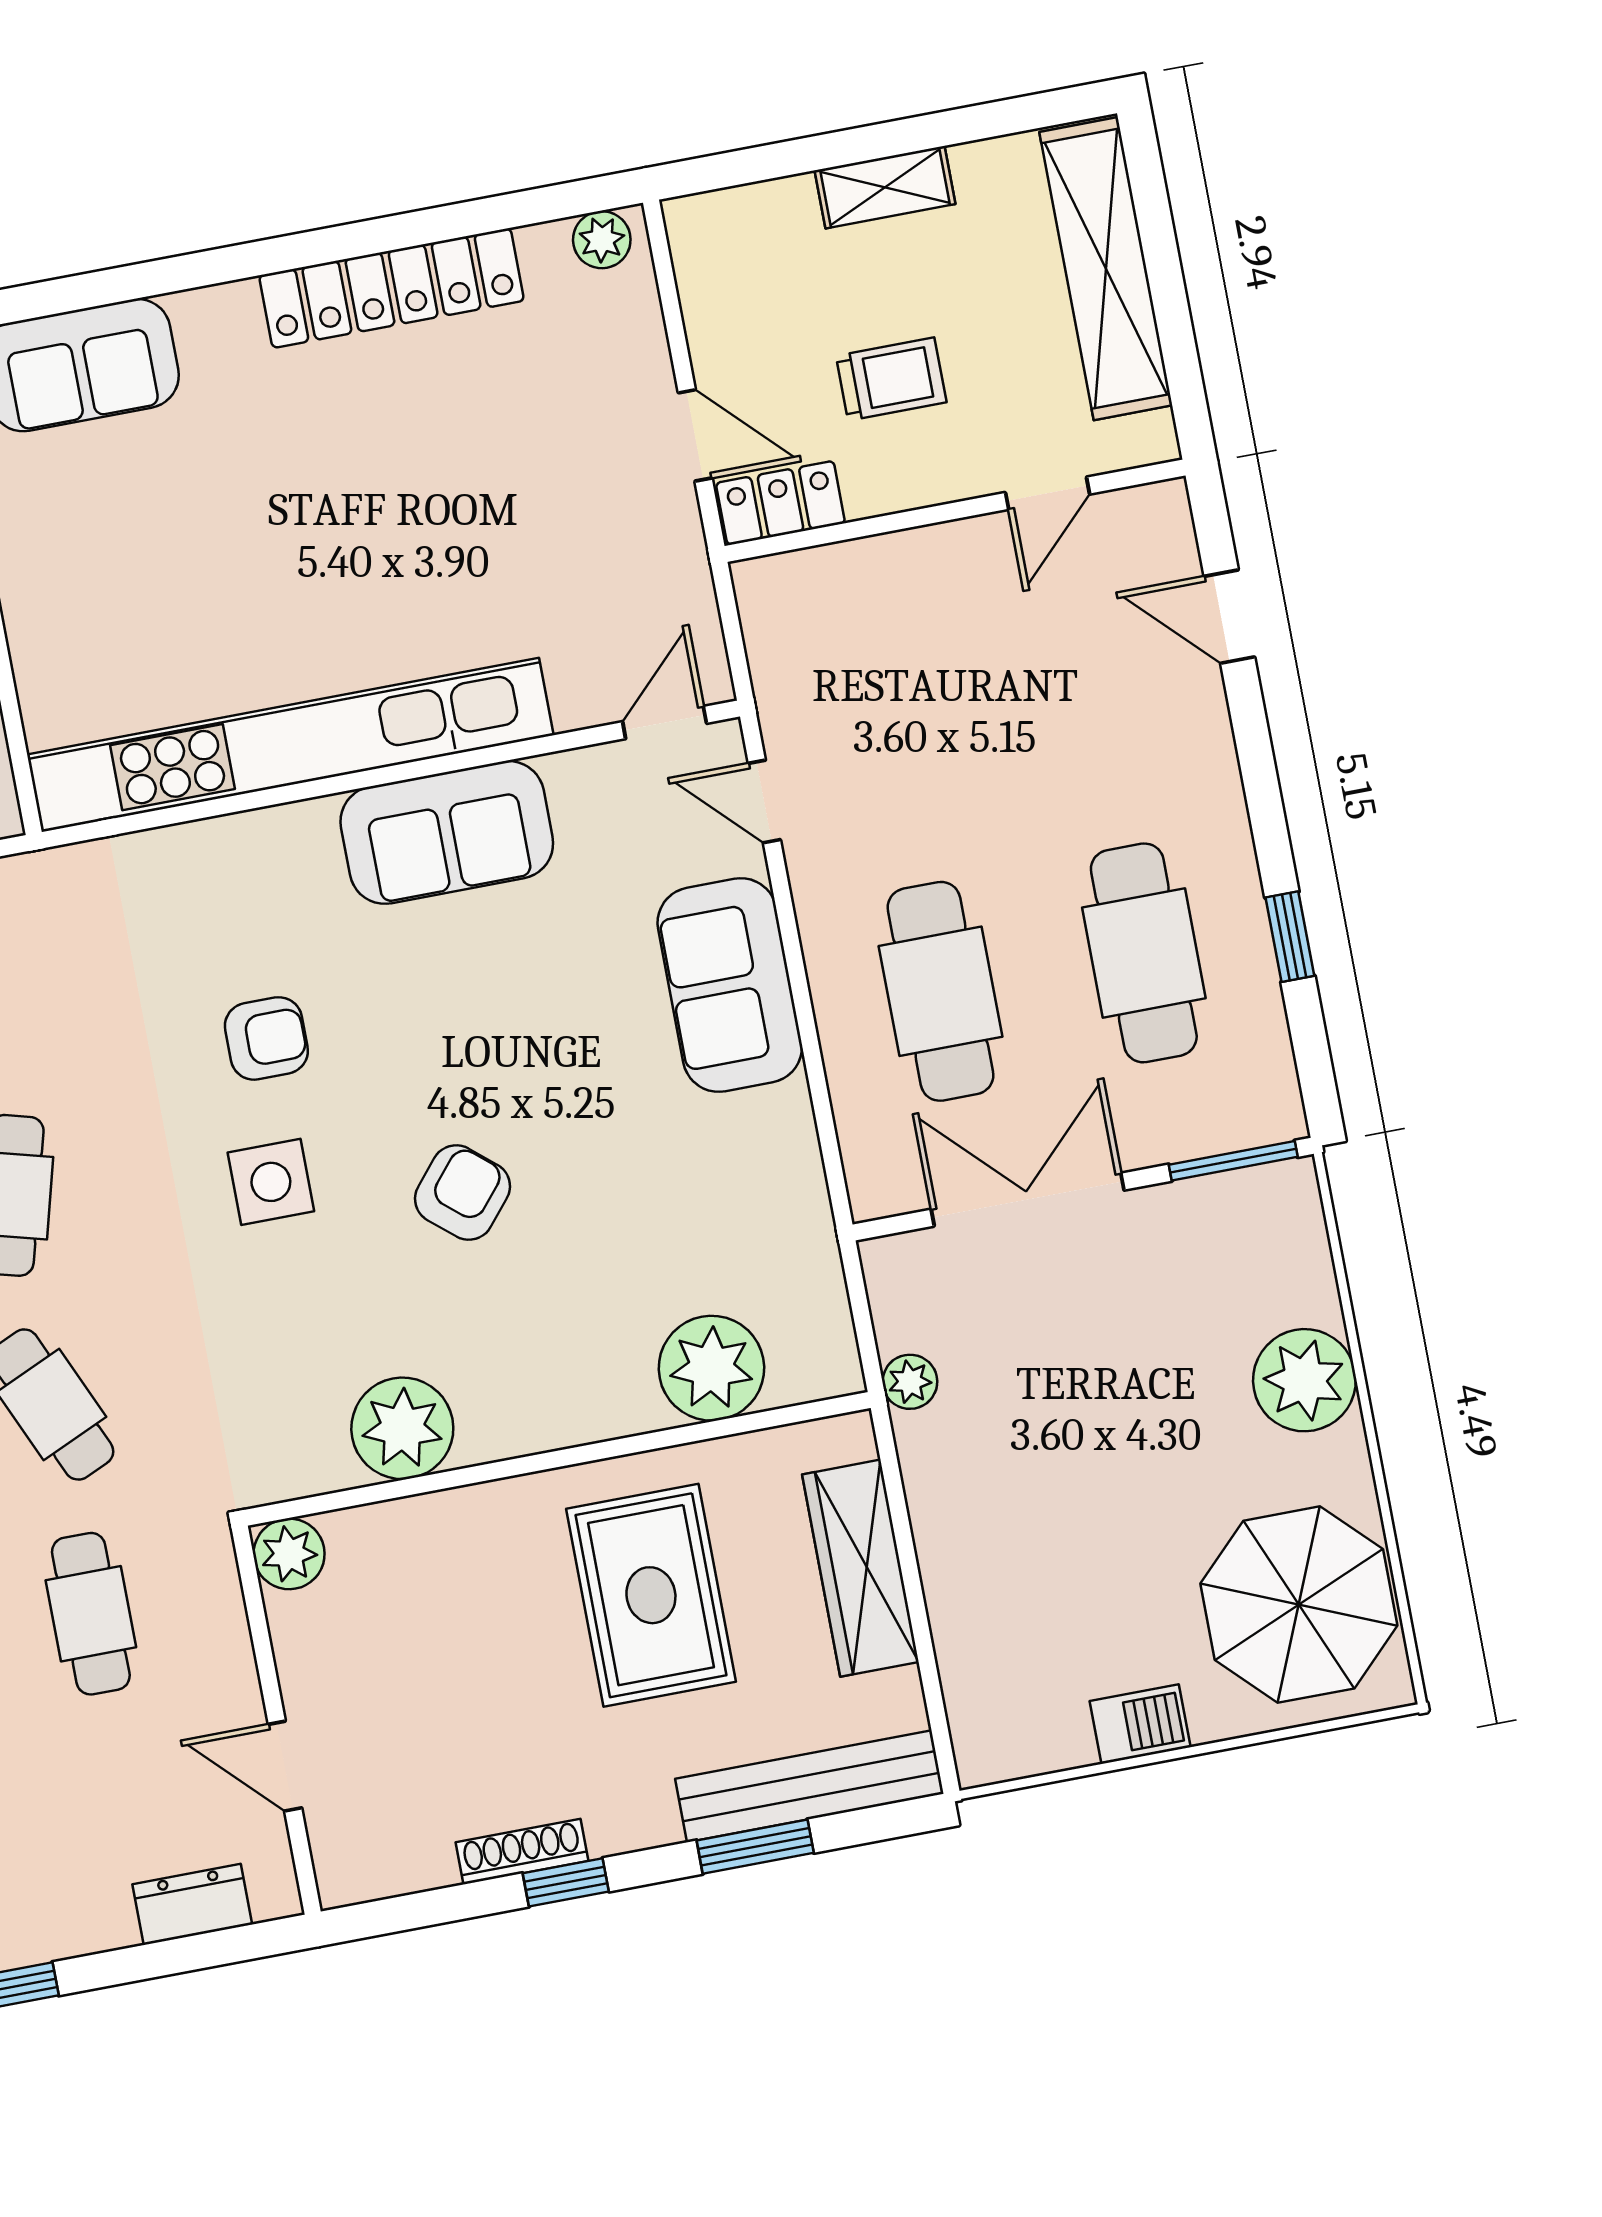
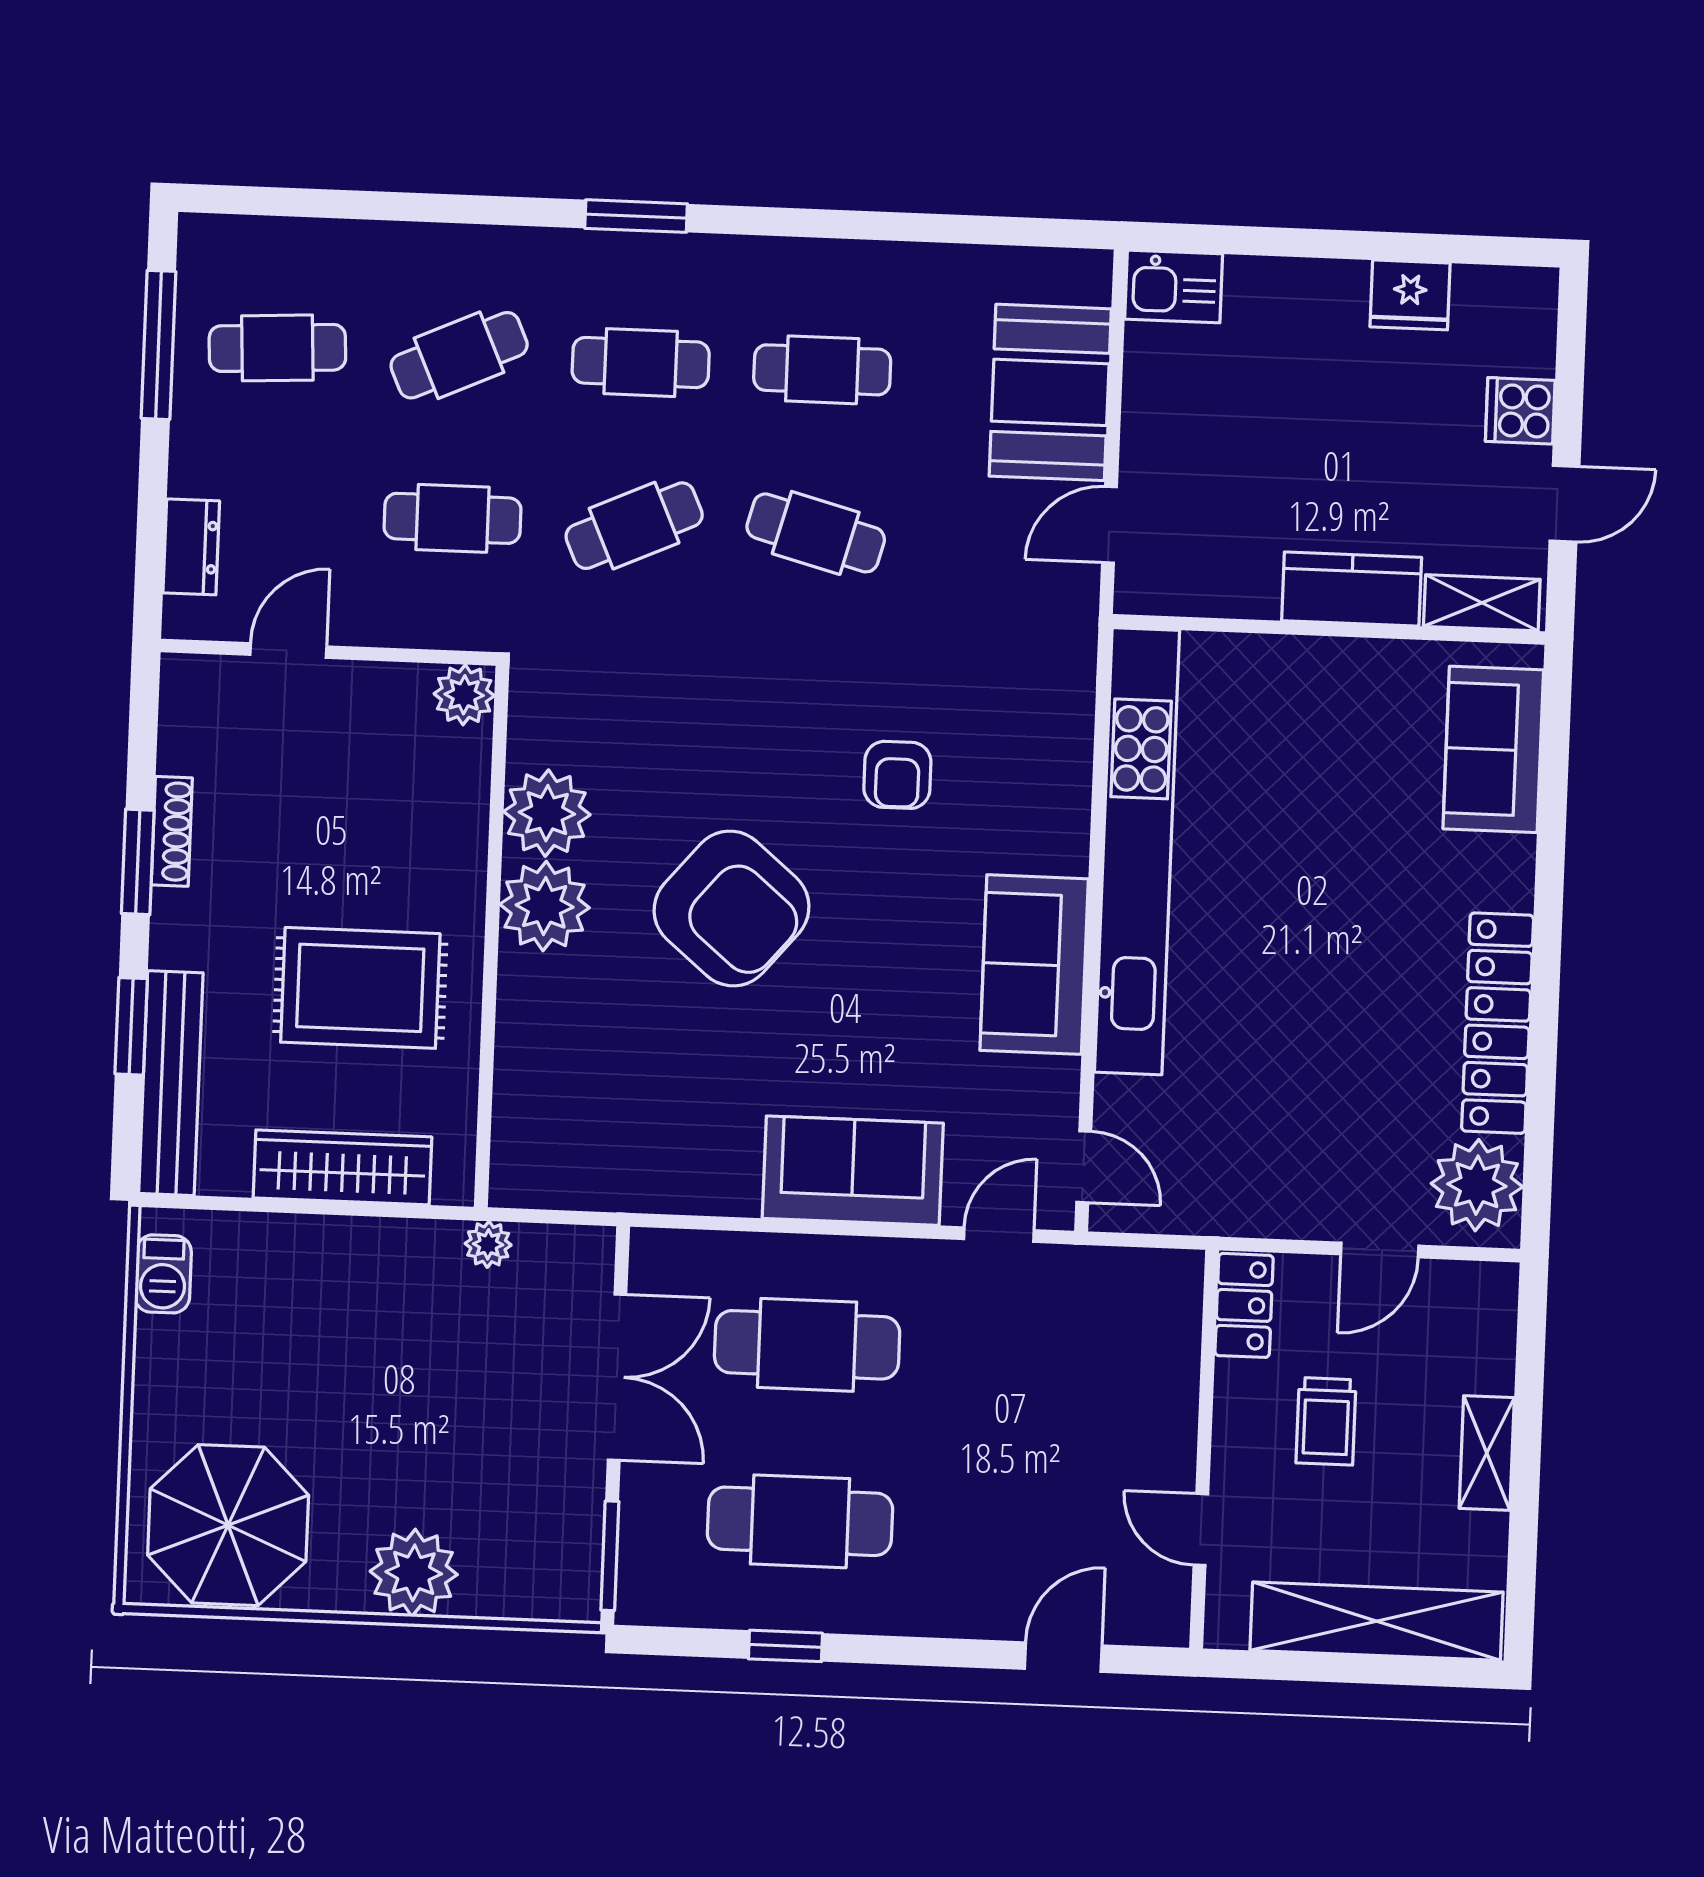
plant: (602, 240) -> (1477, 1185), width x1.87, depth x1.87
door: (695, 435) -> (1380, 1250), moved
side table: (271, 1182) -> (777, 751), removed
armchair: (462, 1193) -> (732, 908), width x1.88, depth x1.88
plant: (711, 1368) -> (545, 906), moved
barbecue: (1140, 1724) -> (163, 1274), moved
window: (566, 1882) -> (138, 862), width x1.50

